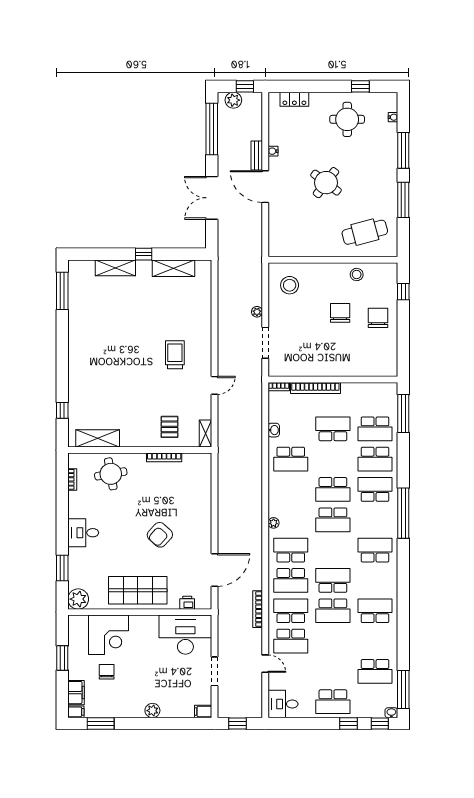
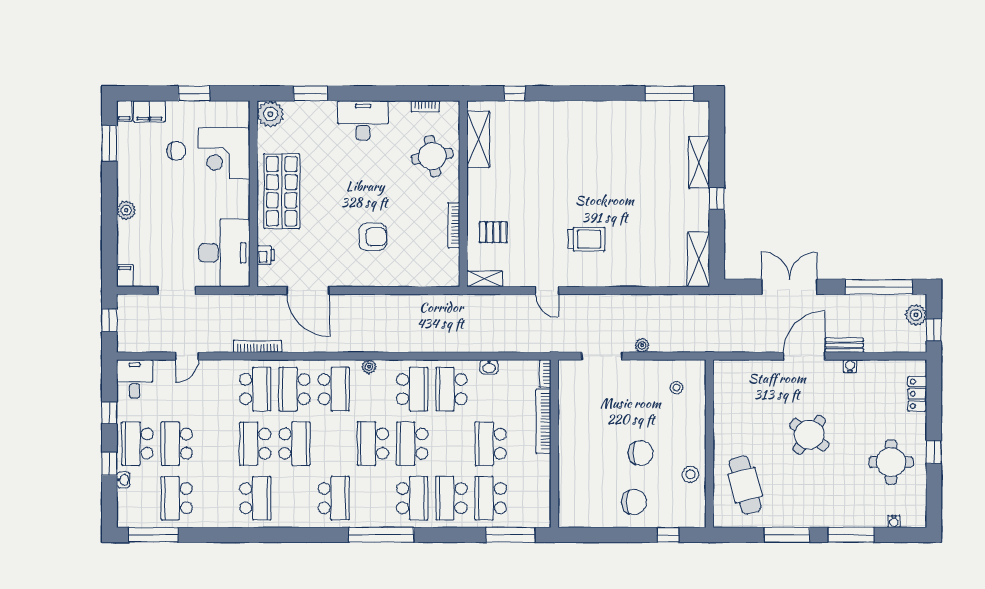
window: (360, 86) -> (934, 452), moved
shelving: (174, 268) -> (699, 259), moved
stool: (290, 285) -> (676, 388), width x0.53, depth x0.53
school desk: (333, 429) -> (491, 444), turned 180
school desk: (291, 489) -> (412, 389), added
desk: (83, 533) -> (363, 121), width x1.37
armchair: (160, 535) -> (373, 237), moved, turned 138
school desk: (291, 641) -> (177, 444), moved
washbasin: (391, 713) -> (123, 480), moved
window: (380, 723) -> (109, 413), moved

